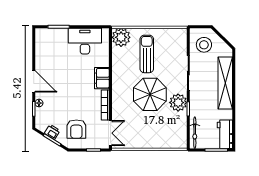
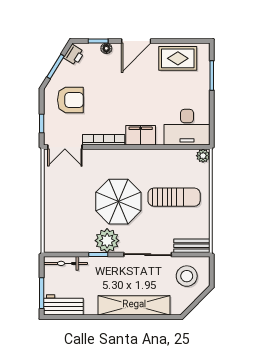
plant: (121, 37) -> (203, 156), width x0.53, depth x0.53
desk: (85, 41) -> (187, 127), moved, turned 90
bench: (182, 41) -> (192, 246), added
rug: (46, 51) -> (178, 58), added
armchair: (76, 129) -> (70, 100), turned 180
printer: (52, 132) -> (74, 55), moved

